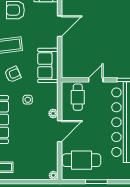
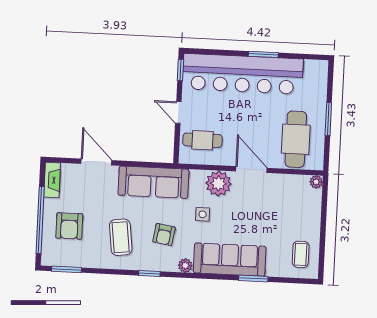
sofa: (48, 65) -> (153, 182), width x1.36
armchair: (13, 74) -> (164, 235), turned -148
plant: (53, 113) -> (218, 183), width x1.88, depth x1.88

